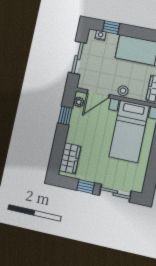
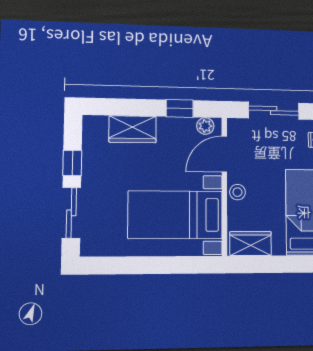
door: (98, 94) -> (224, 154), hinge flipped
wardrobe: (70, 158) -> (133, 129), moved

